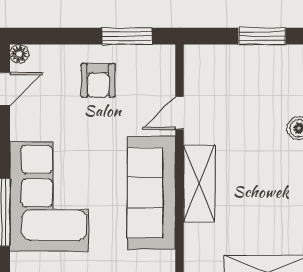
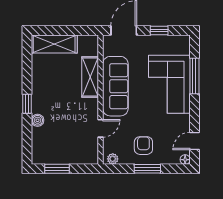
window: (127, 36) -> (147, 169), moved
plant: (157, 55) -> (113, 159), added
shelving: (199, 184) -> (90, 77), moved

